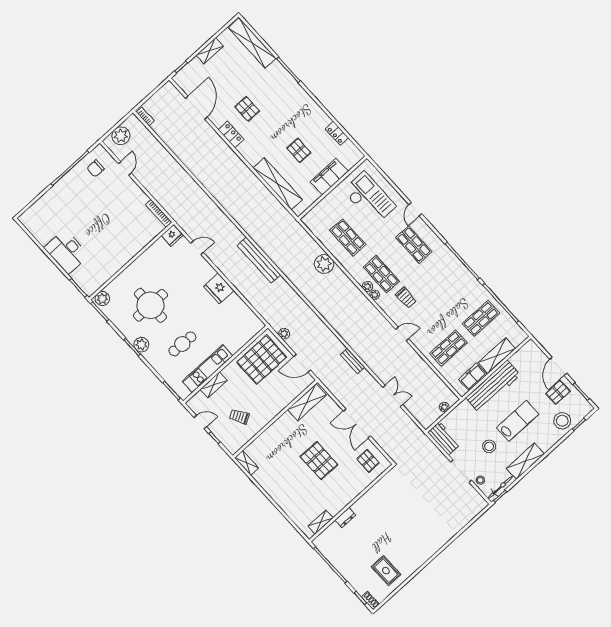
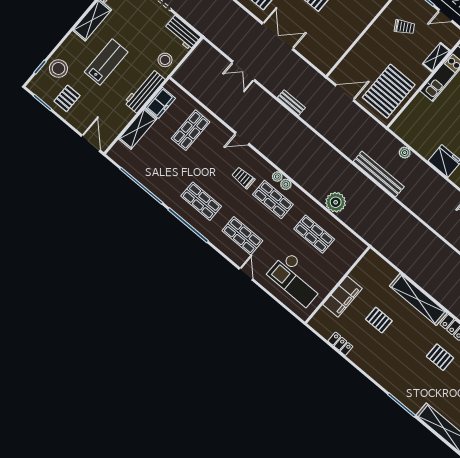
shelving: (278, 184) -> (418, 300), moved
bench: (259, 260) -> (379, 174), moved
shop shelf: (481, 318) -> (201, 201), moved, turned 90
plant: (284, 334) -> (405, 153), moved
door: (558, 366) -> (91, 143), moved
workbench: (493, 386) -> (145, 91), width x0.73, depth x0.76
shelving: (307, 402) -> (334, 52), removed
plant: (444, 407) -> (187, 66), removed
lab bench: (518, 421) -> (106, 62), turned 180
stool: (489, 446) -> (165, 60), moved

